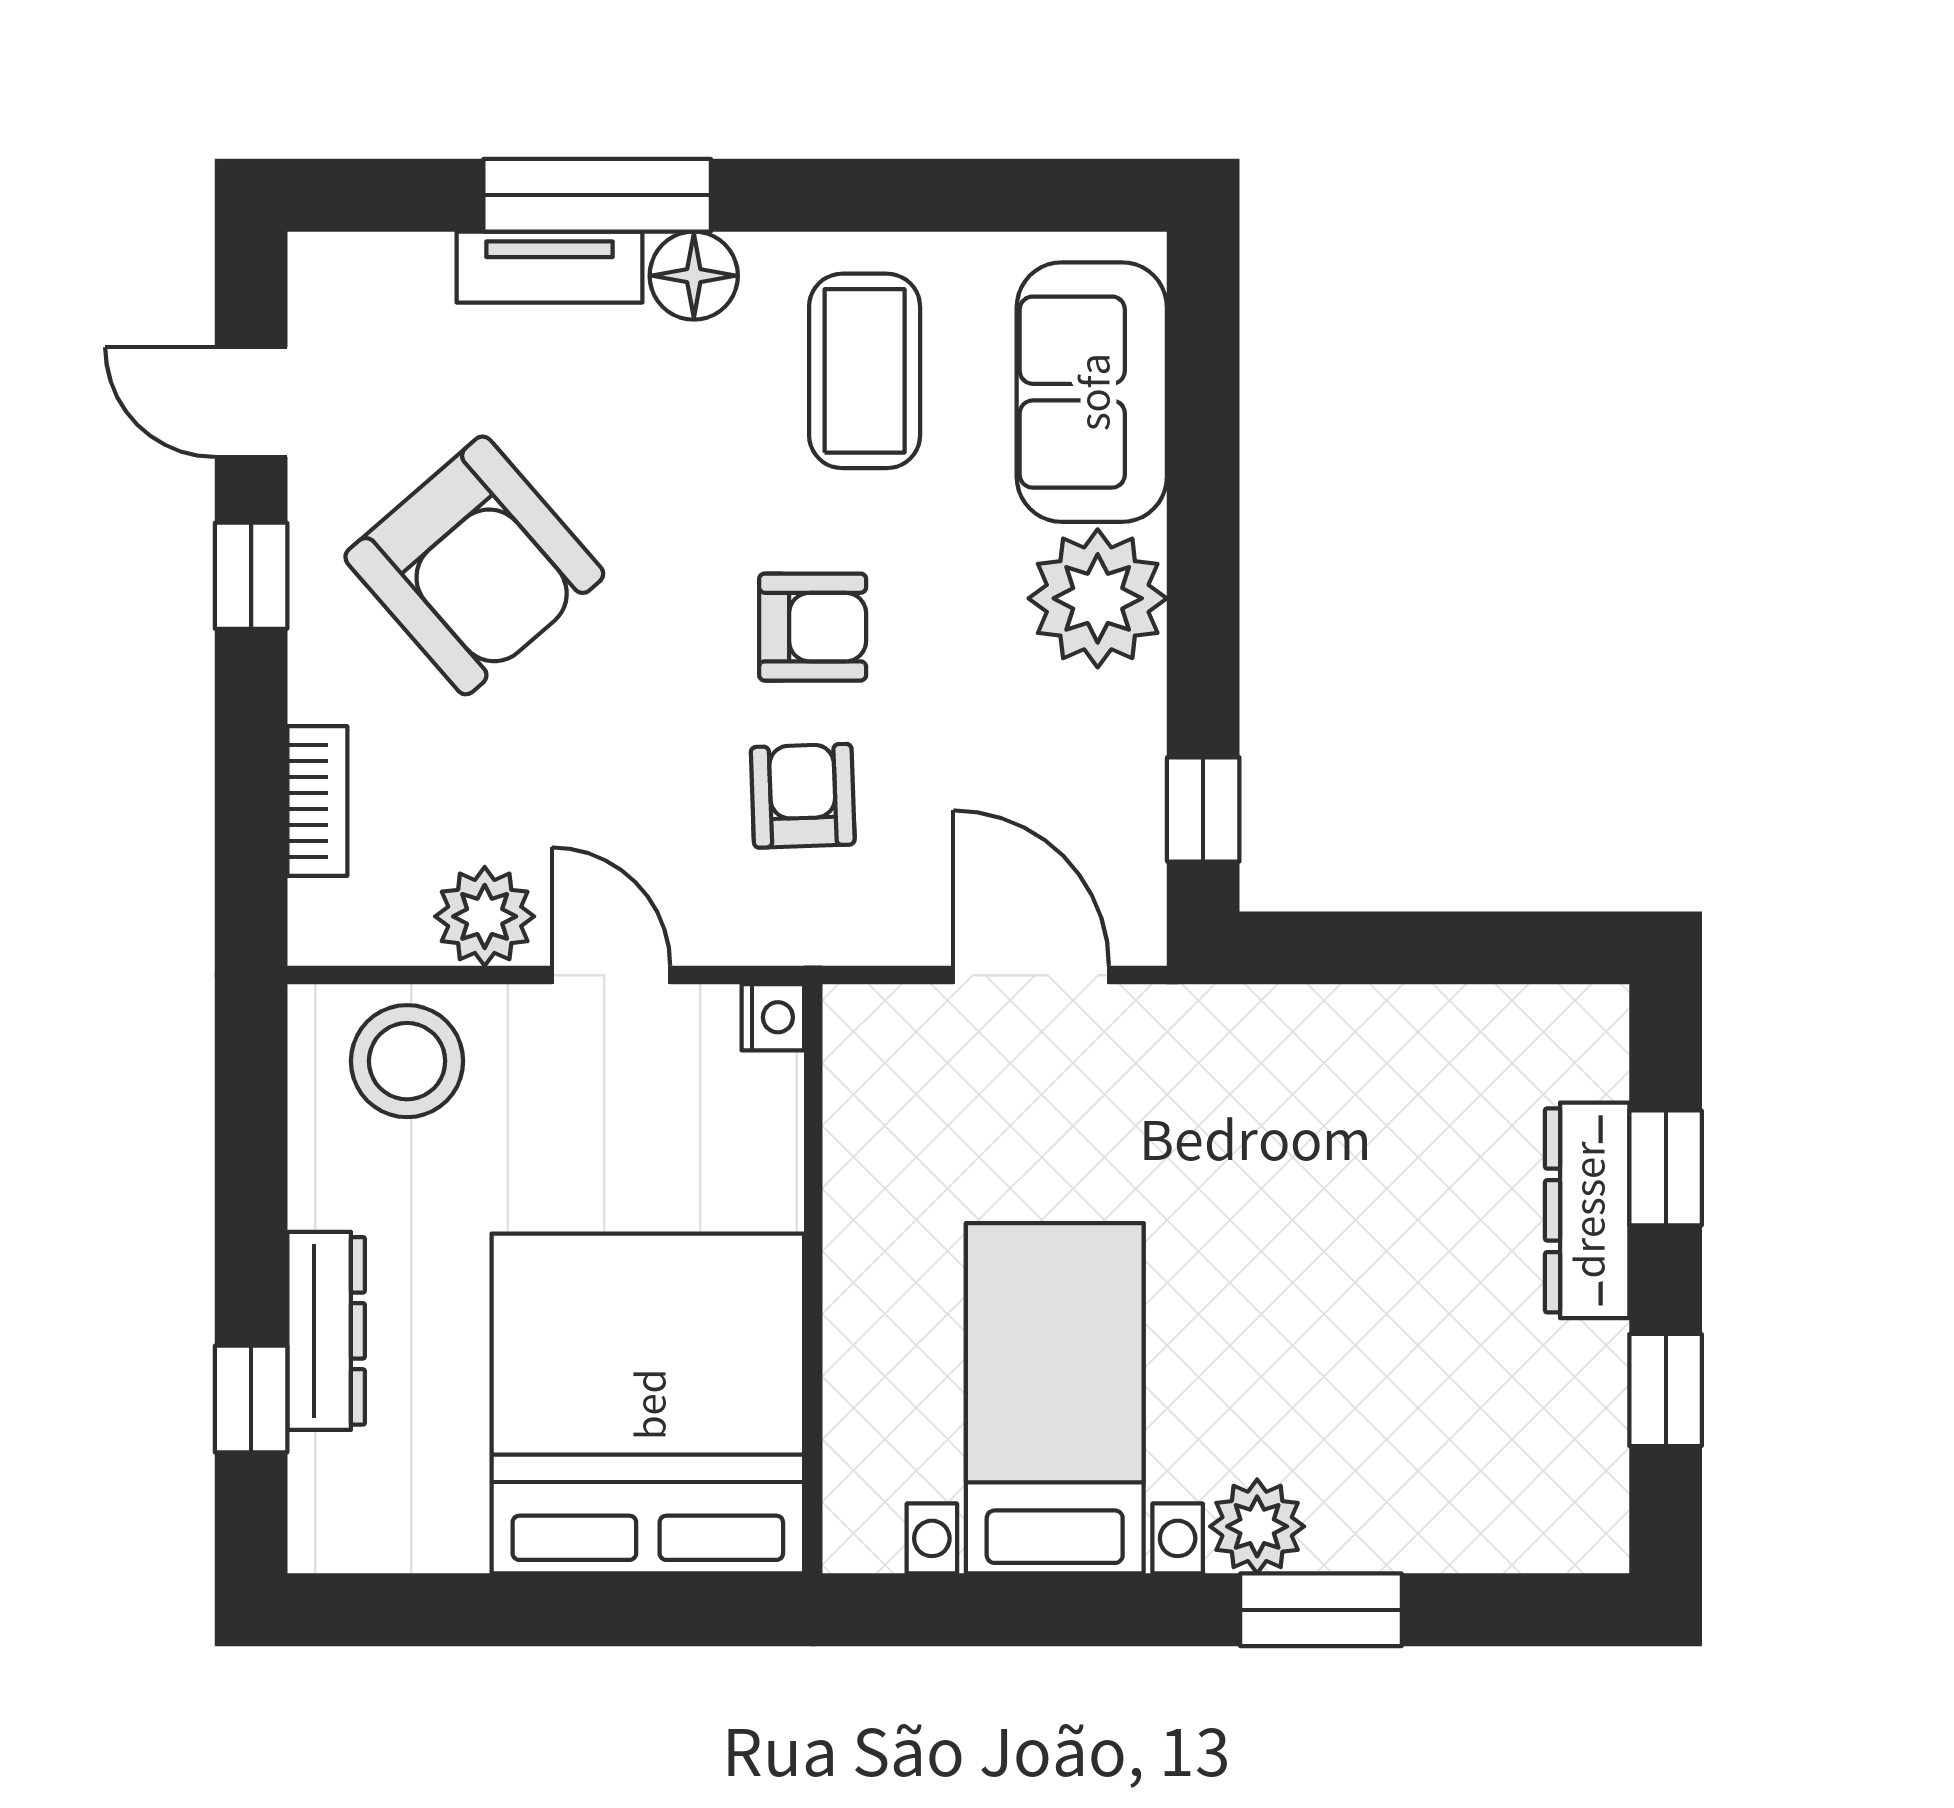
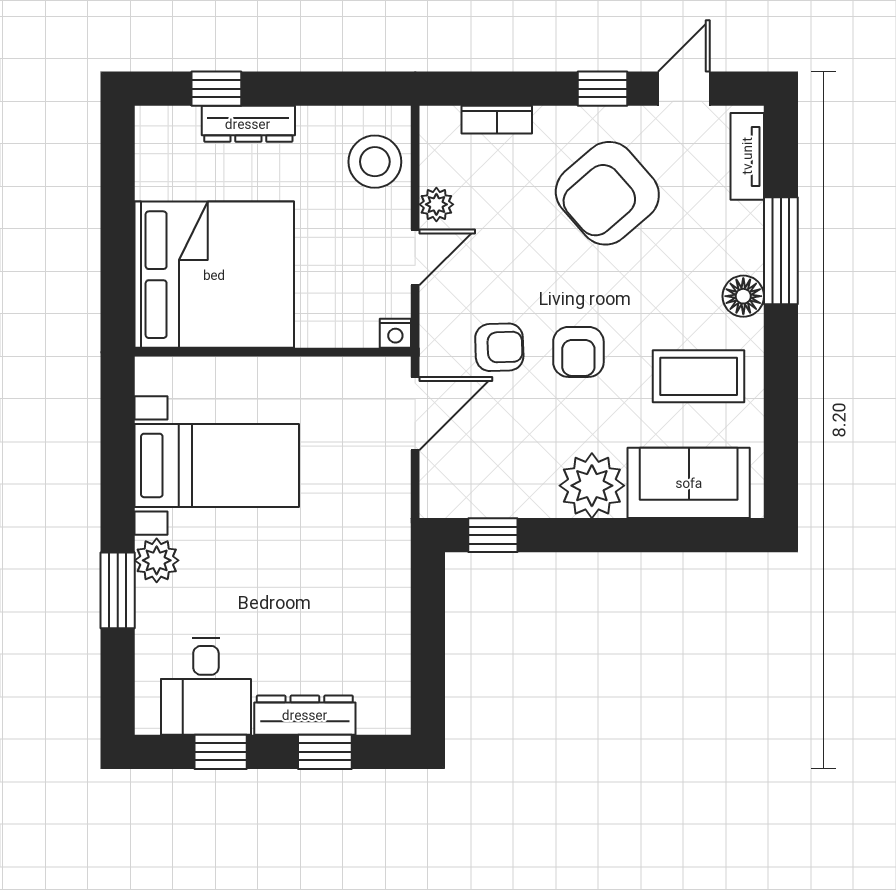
tv unit: (549, 267) -> (747, 156), moved
plant: (485, 916) -> (436, 204), width x0.73, depth x0.73
door: (1031, 975) -> (415, 414), moved
desk: (1526, 1421) -> (206, 687), added

